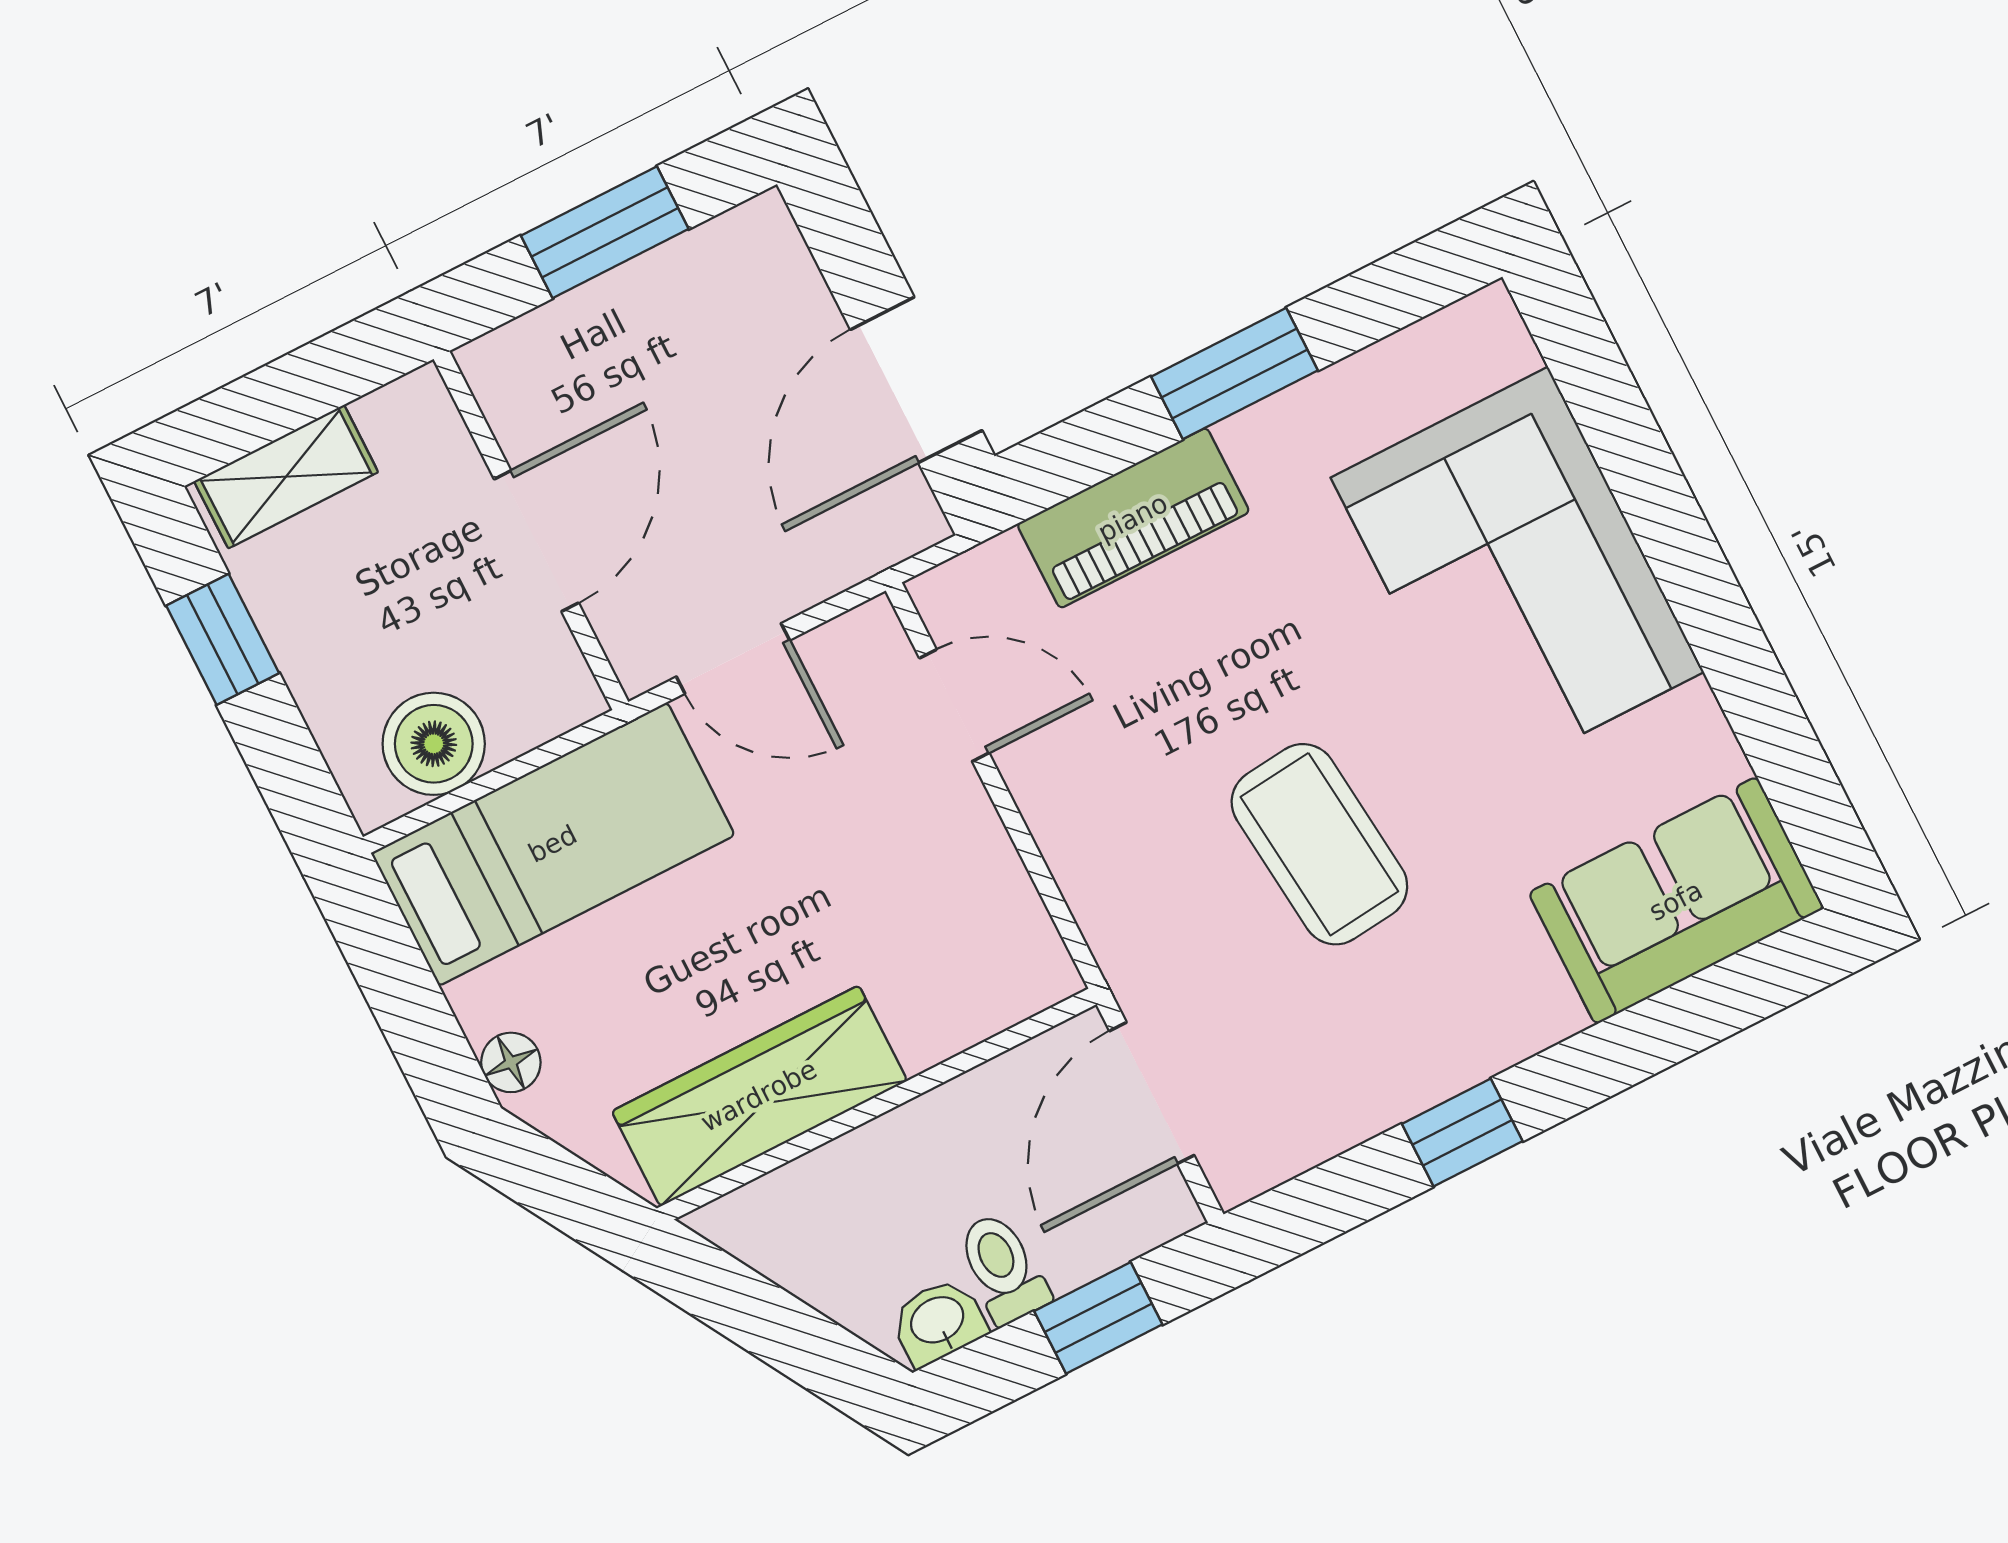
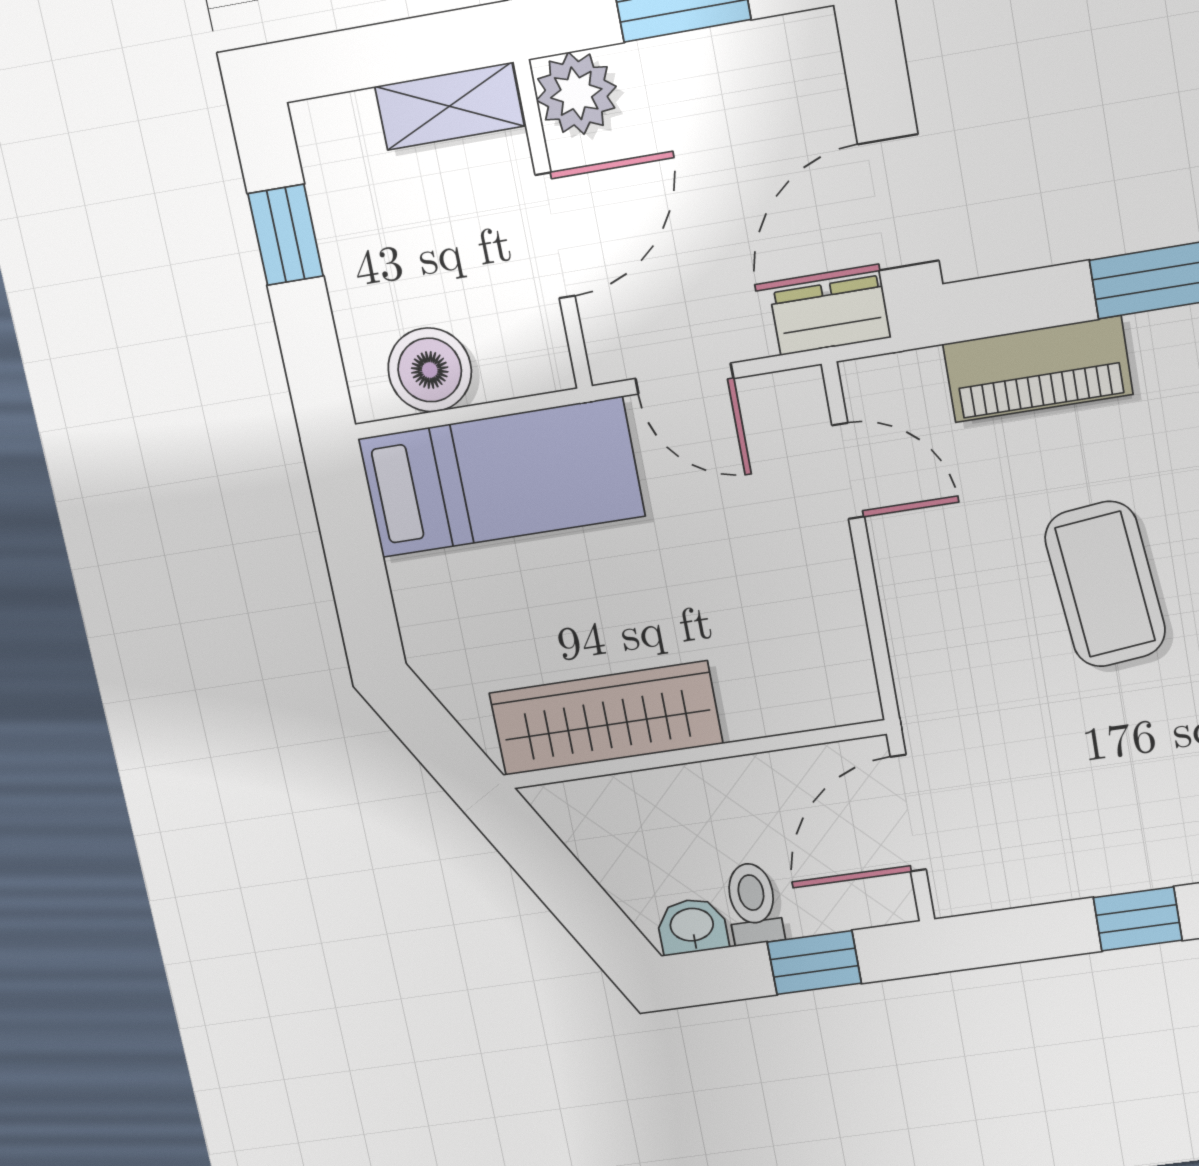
plant: (515, 372) -> (576, 93), added
shelving: (286, 477) -> (449, 106), moved
dresser: (879, 532) -> (831, 315), added
coffee table: (1319, 844) -> (1105, 584), moved
floor lamp: (511, 1062) -> (422, 632), removed

